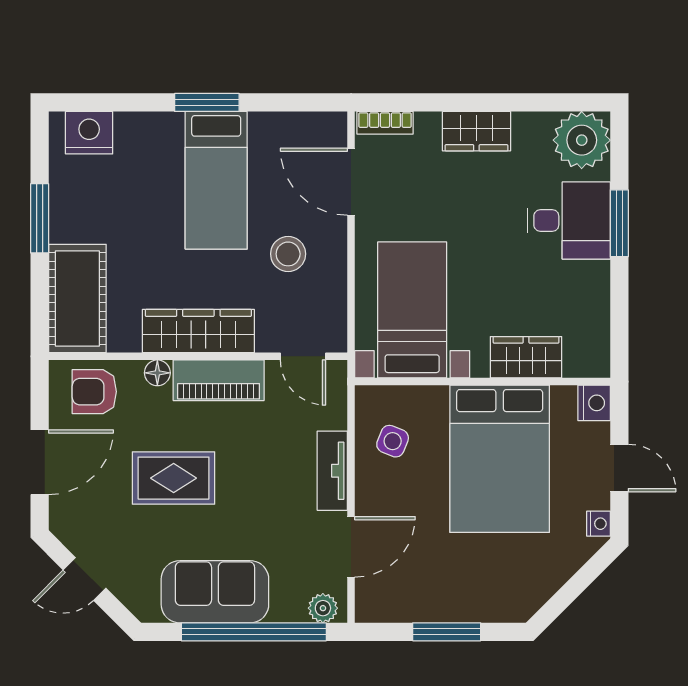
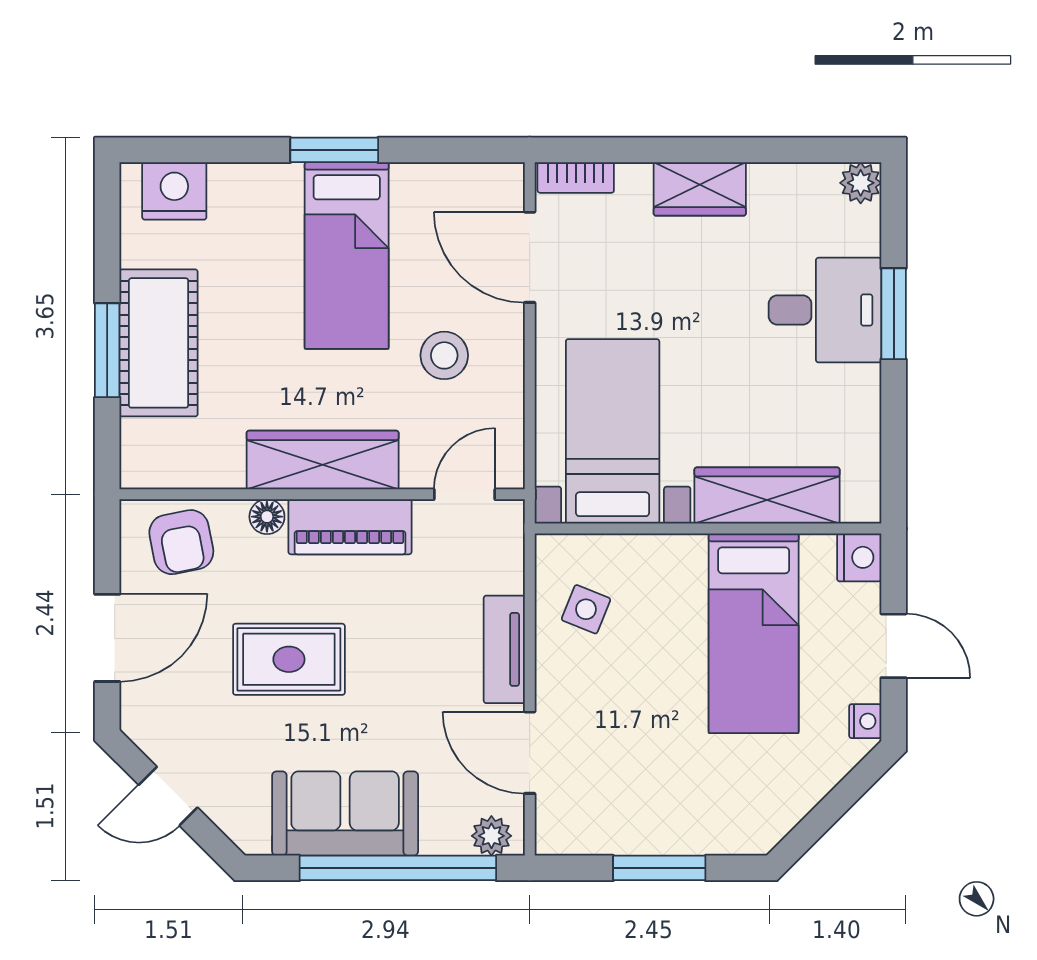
plant: (582, 140) -> (861, 183), width x0.53, depth x0.53
window: (40, 218) -> (107, 350), moved
cot: (77, 299) -> (159, 343), moved
door: (303, 356) -> (465, 494), swing flipped
wardrobe: (526, 357) -> (767, 496), width x1.50
armchair: (94, 392) -> (181, 542), turned -101
bed: (500, 459) -> (754, 633), width x0.67
door: (351, 547) -> (530, 753), swing flipped

